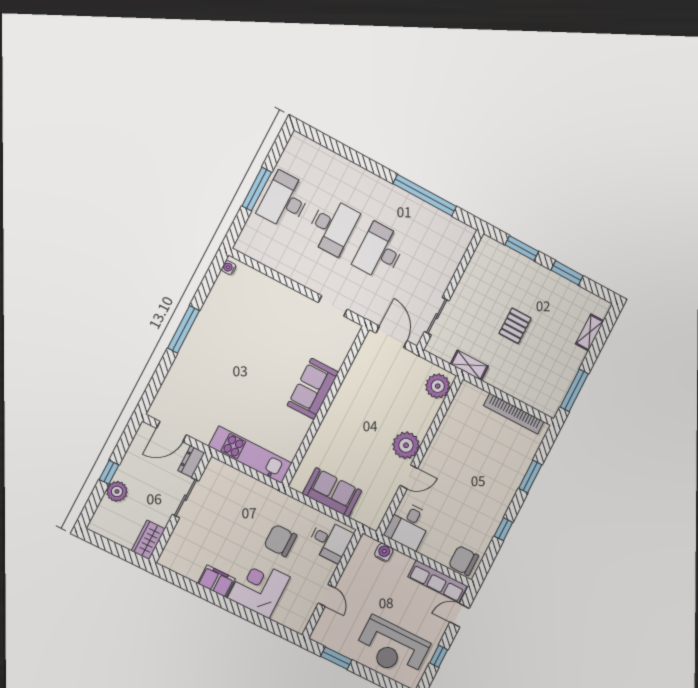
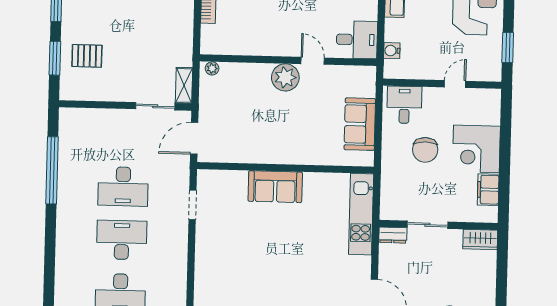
pallet: (515, 326) -> (87, 56), moved
shelving: (469, 365) -> (184, 85), moved
plant: (438, 386) -> (212, 68), width x0.53, depth x0.53
dresser: (191, 462) -> (393, 235), moved
sliding door: (186, 498) -> (427, 225), moved
wall: (180, 508) -> (439, 225), moved
wardrobe: (148, 540) -> (480, 240), moved

